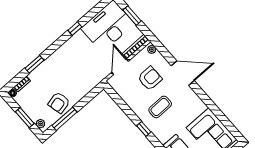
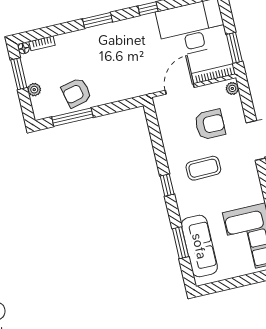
window: (132, 16) -> (234, 48), moved
window: (34, 64) -> (98, 20), moved
window: (25, 118) -> (19, 74), moved
plant: (40, 124) -> (34, 90), moved

